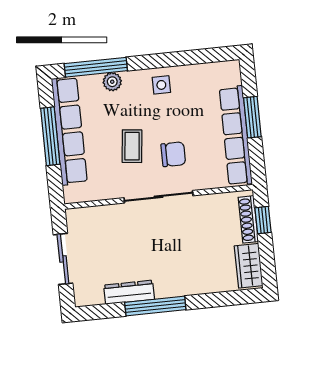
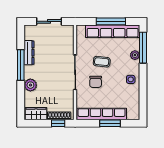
plant: (193, 283) -> (30, 85), added

